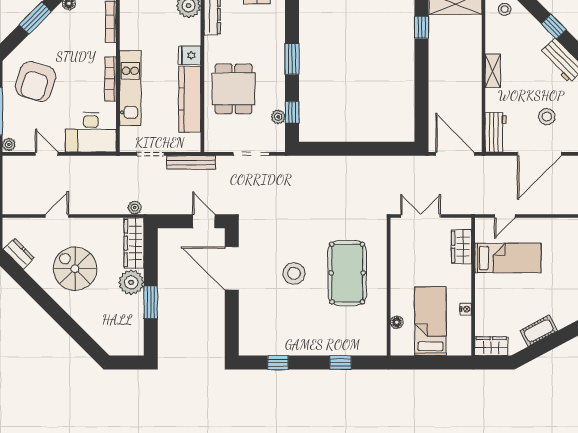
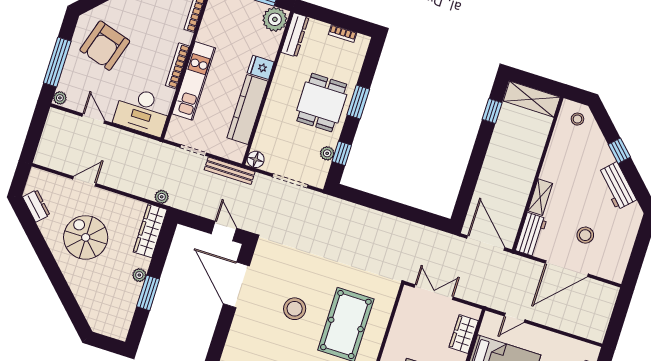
shelving: (493, 71) -> (540, 197), moved
dining table: (234, 89) -> (322, 103), moved
floor lamp: (212, 144) -> (256, 159), added
plant: (131, 282) -> (139, 275), width x0.53, depth x0.53

